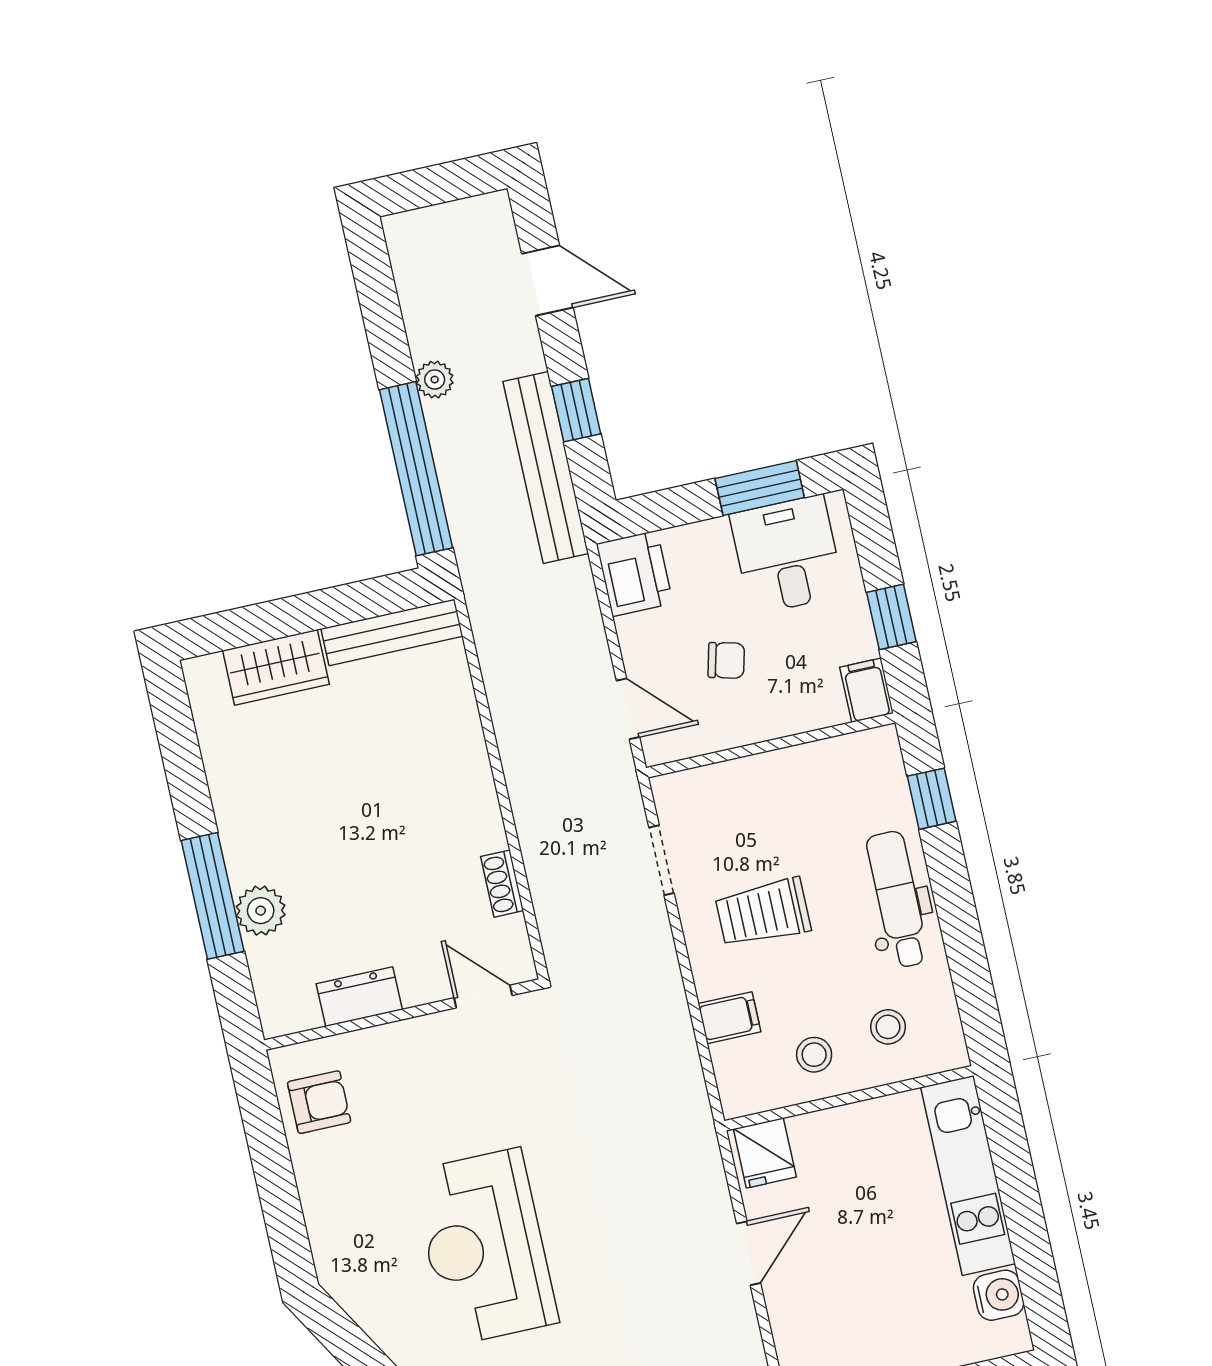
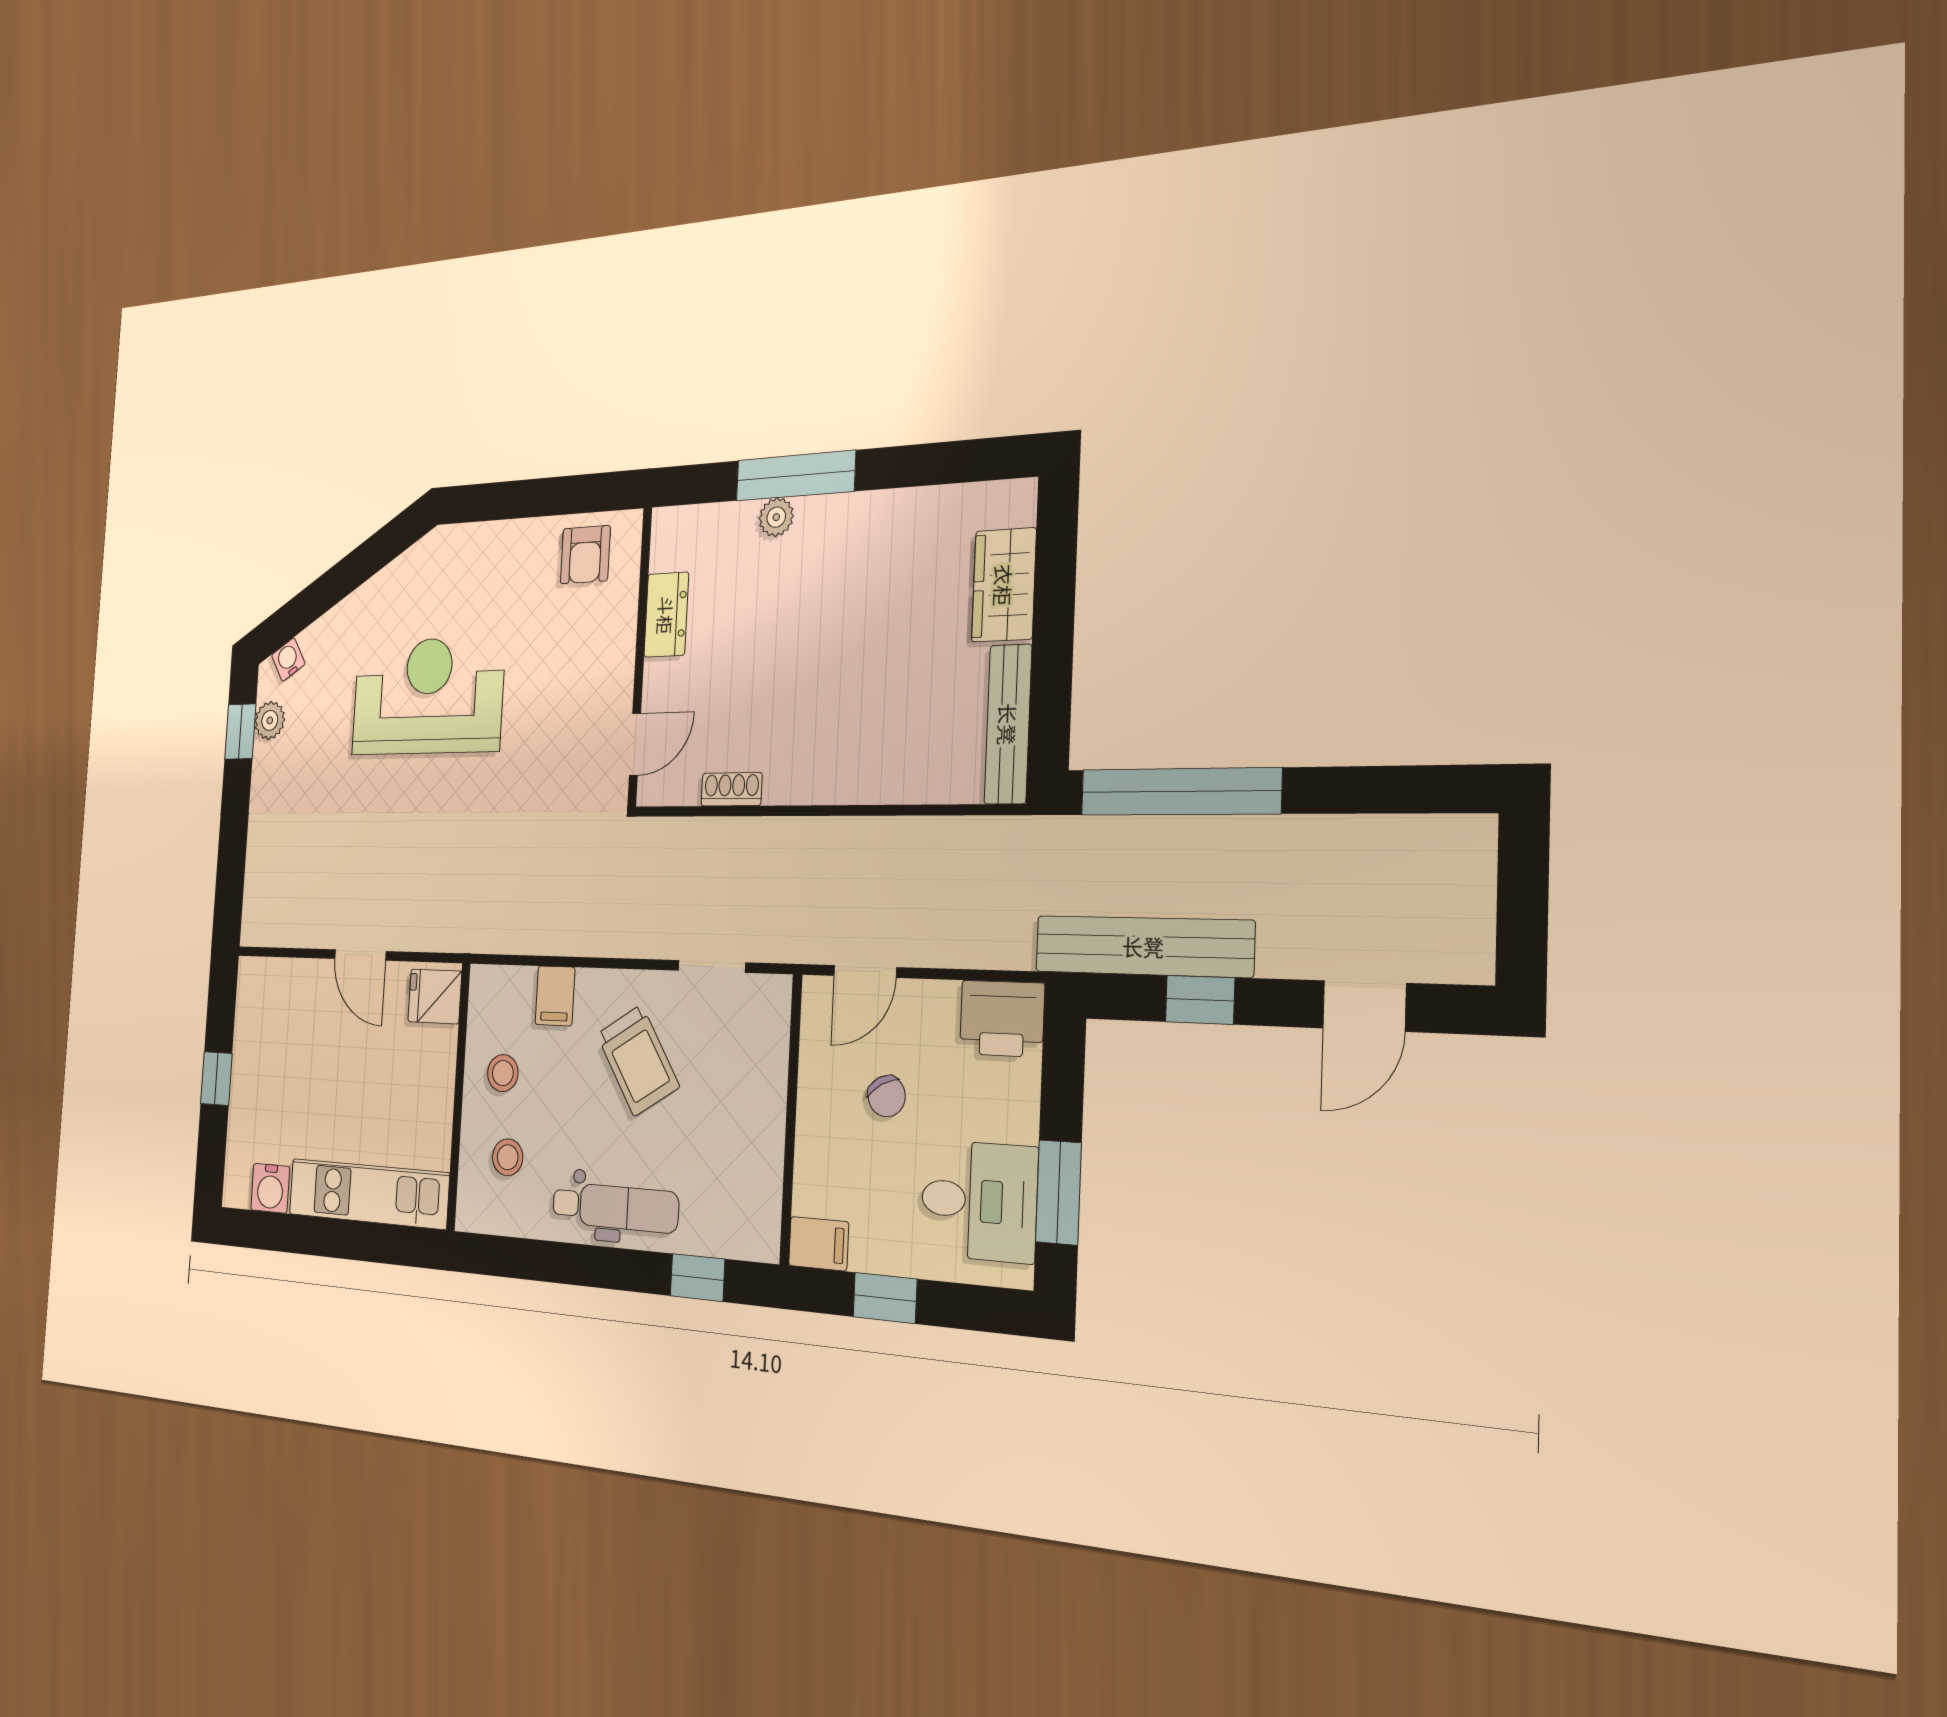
plant: (435, 380) -> (1278, 837), removed
chair: (726, 660) -> (887, 1096), turned -43
plant: (261, 911) -> (776, 517), width x0.73, depth x0.73
trolley: (763, 913) -> (638, 1060), turned 148

